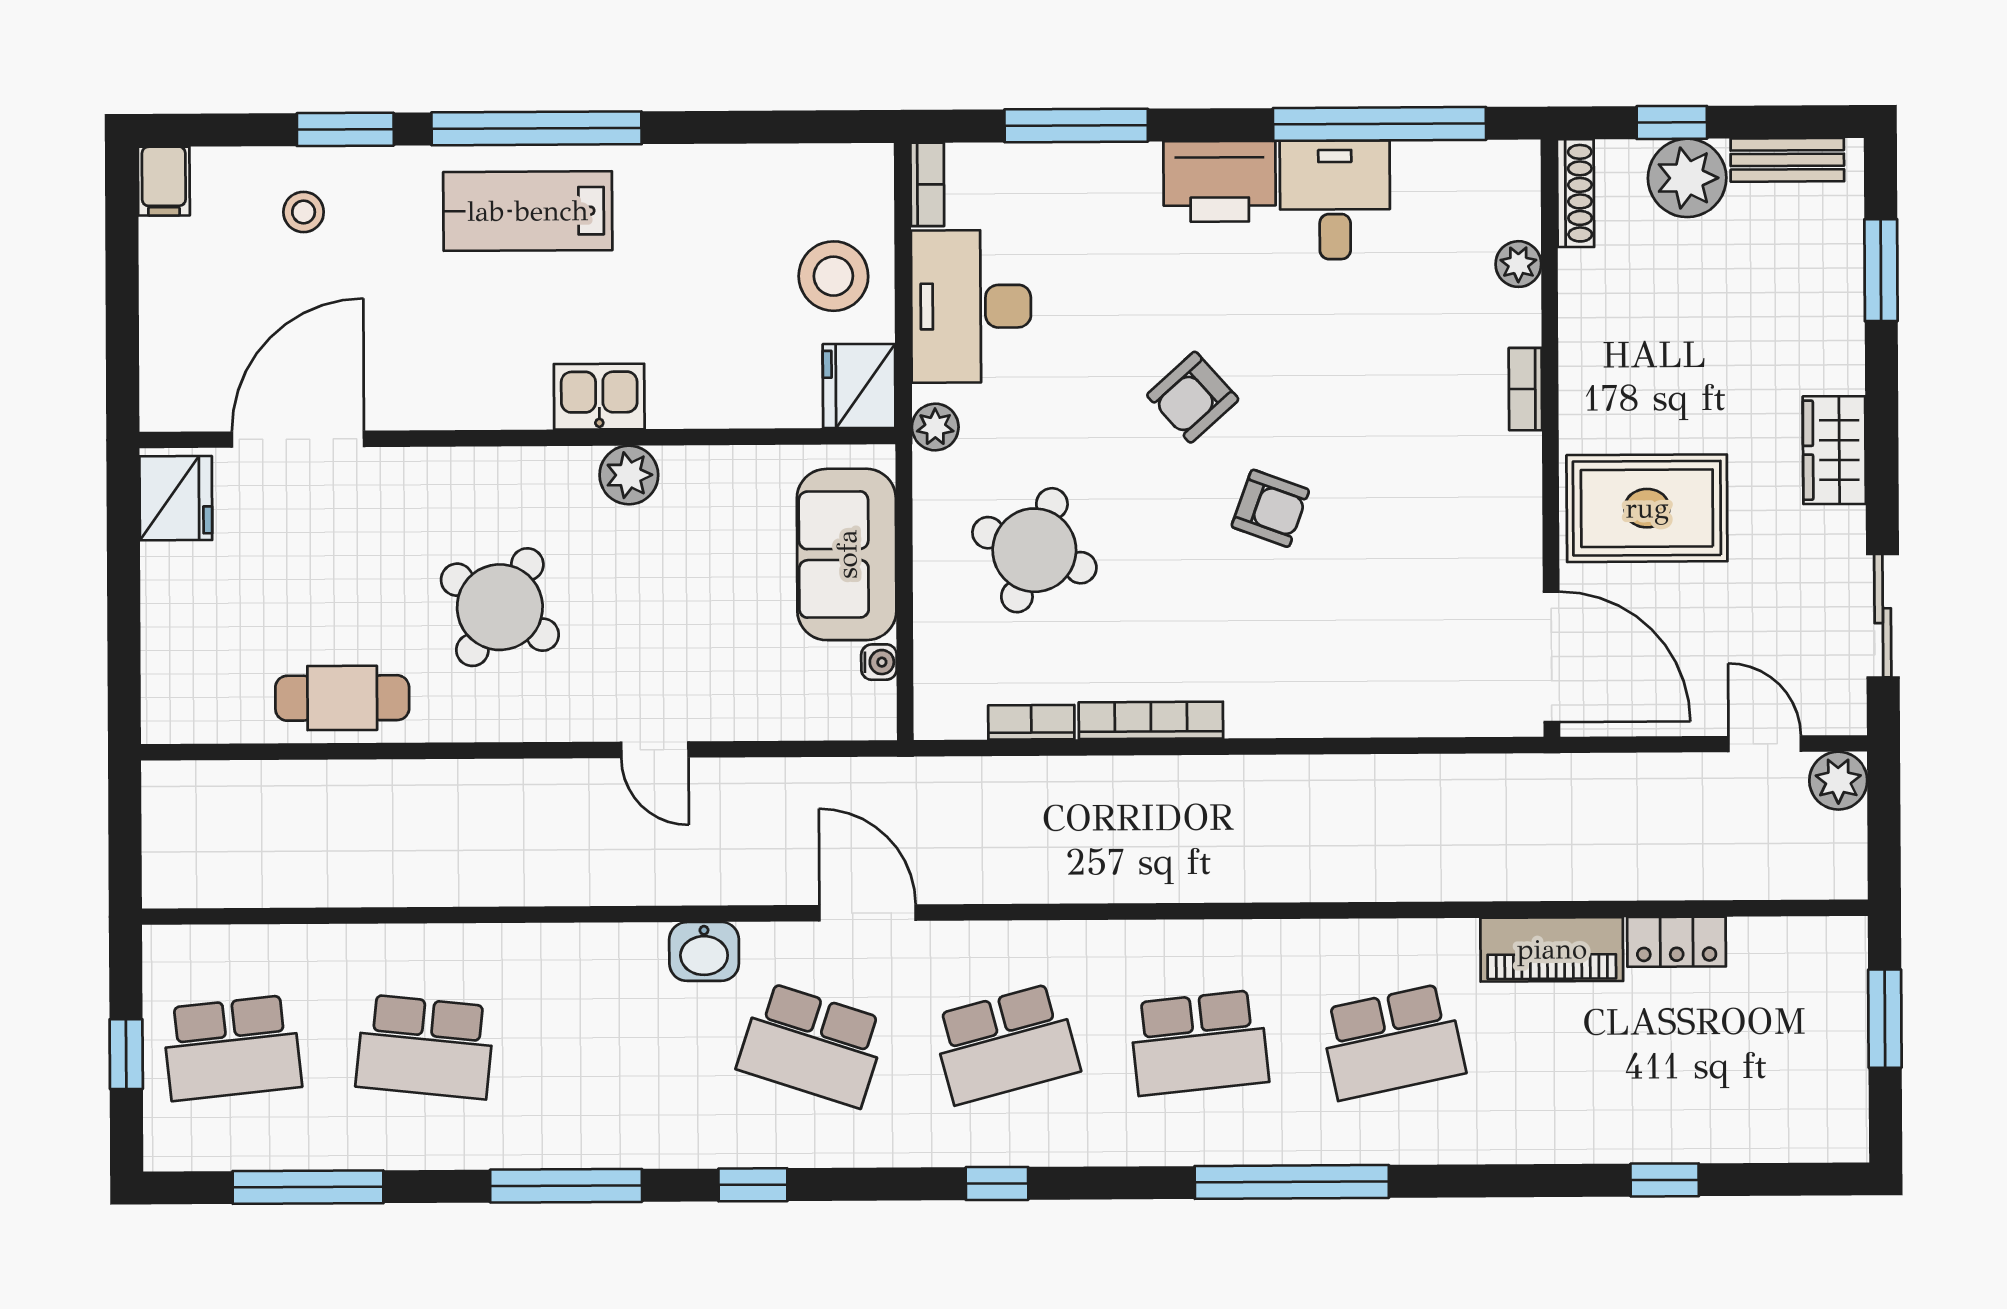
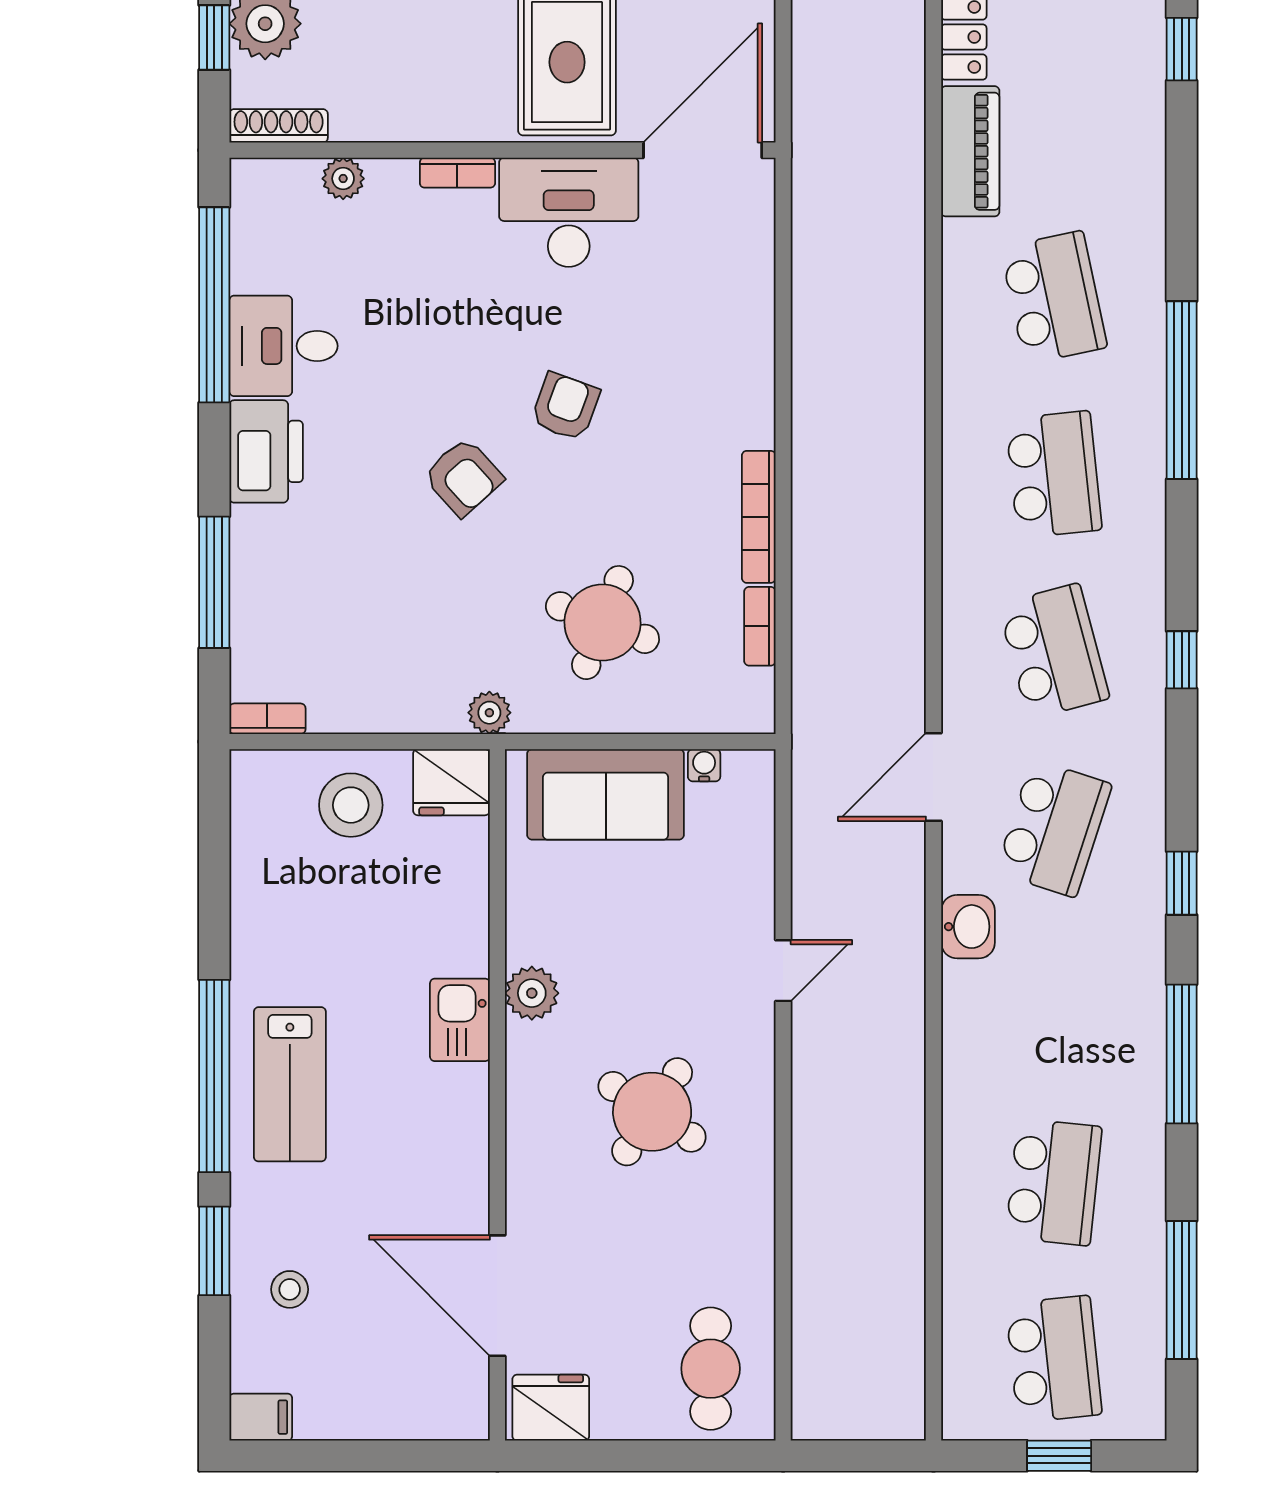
desk: (971, 306) -> (569, 212), moved, turned 180
cafe table: (342, 698) -> (711, 1369), moved

